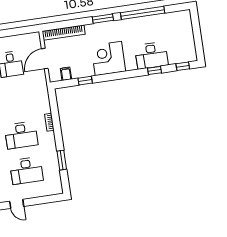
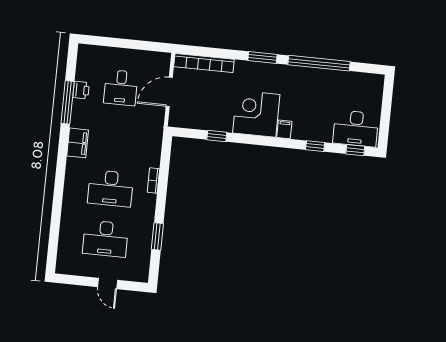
desk: (151, 55) -> (356, 128), moved
filing cabinet: (66, 74) -> (284, 129), moved
door: (17, 204) -> (107, 283), moved

